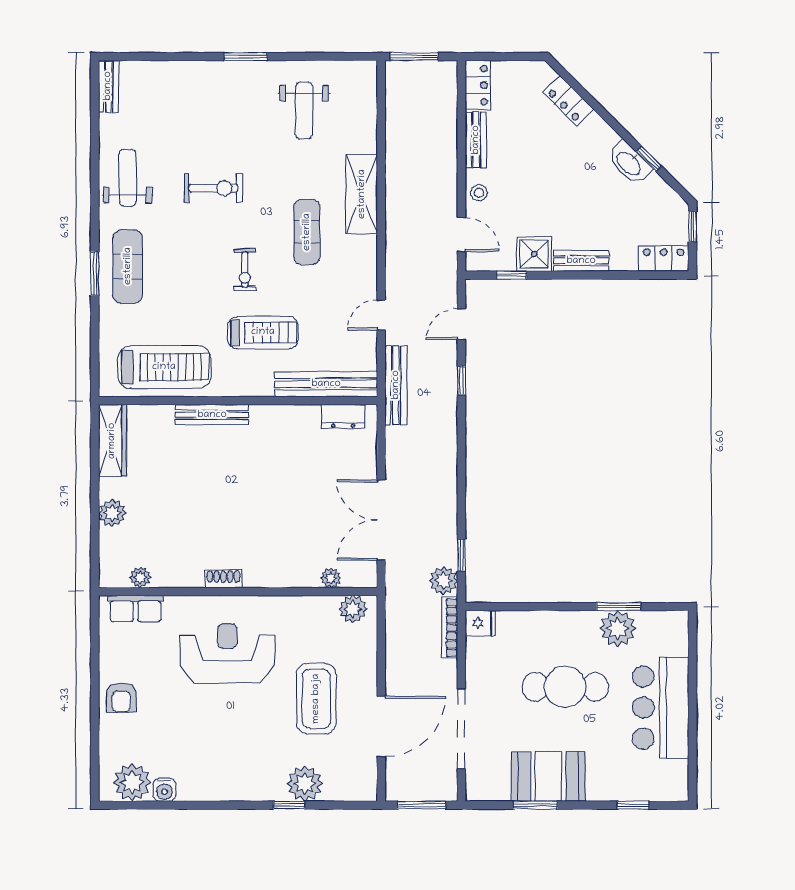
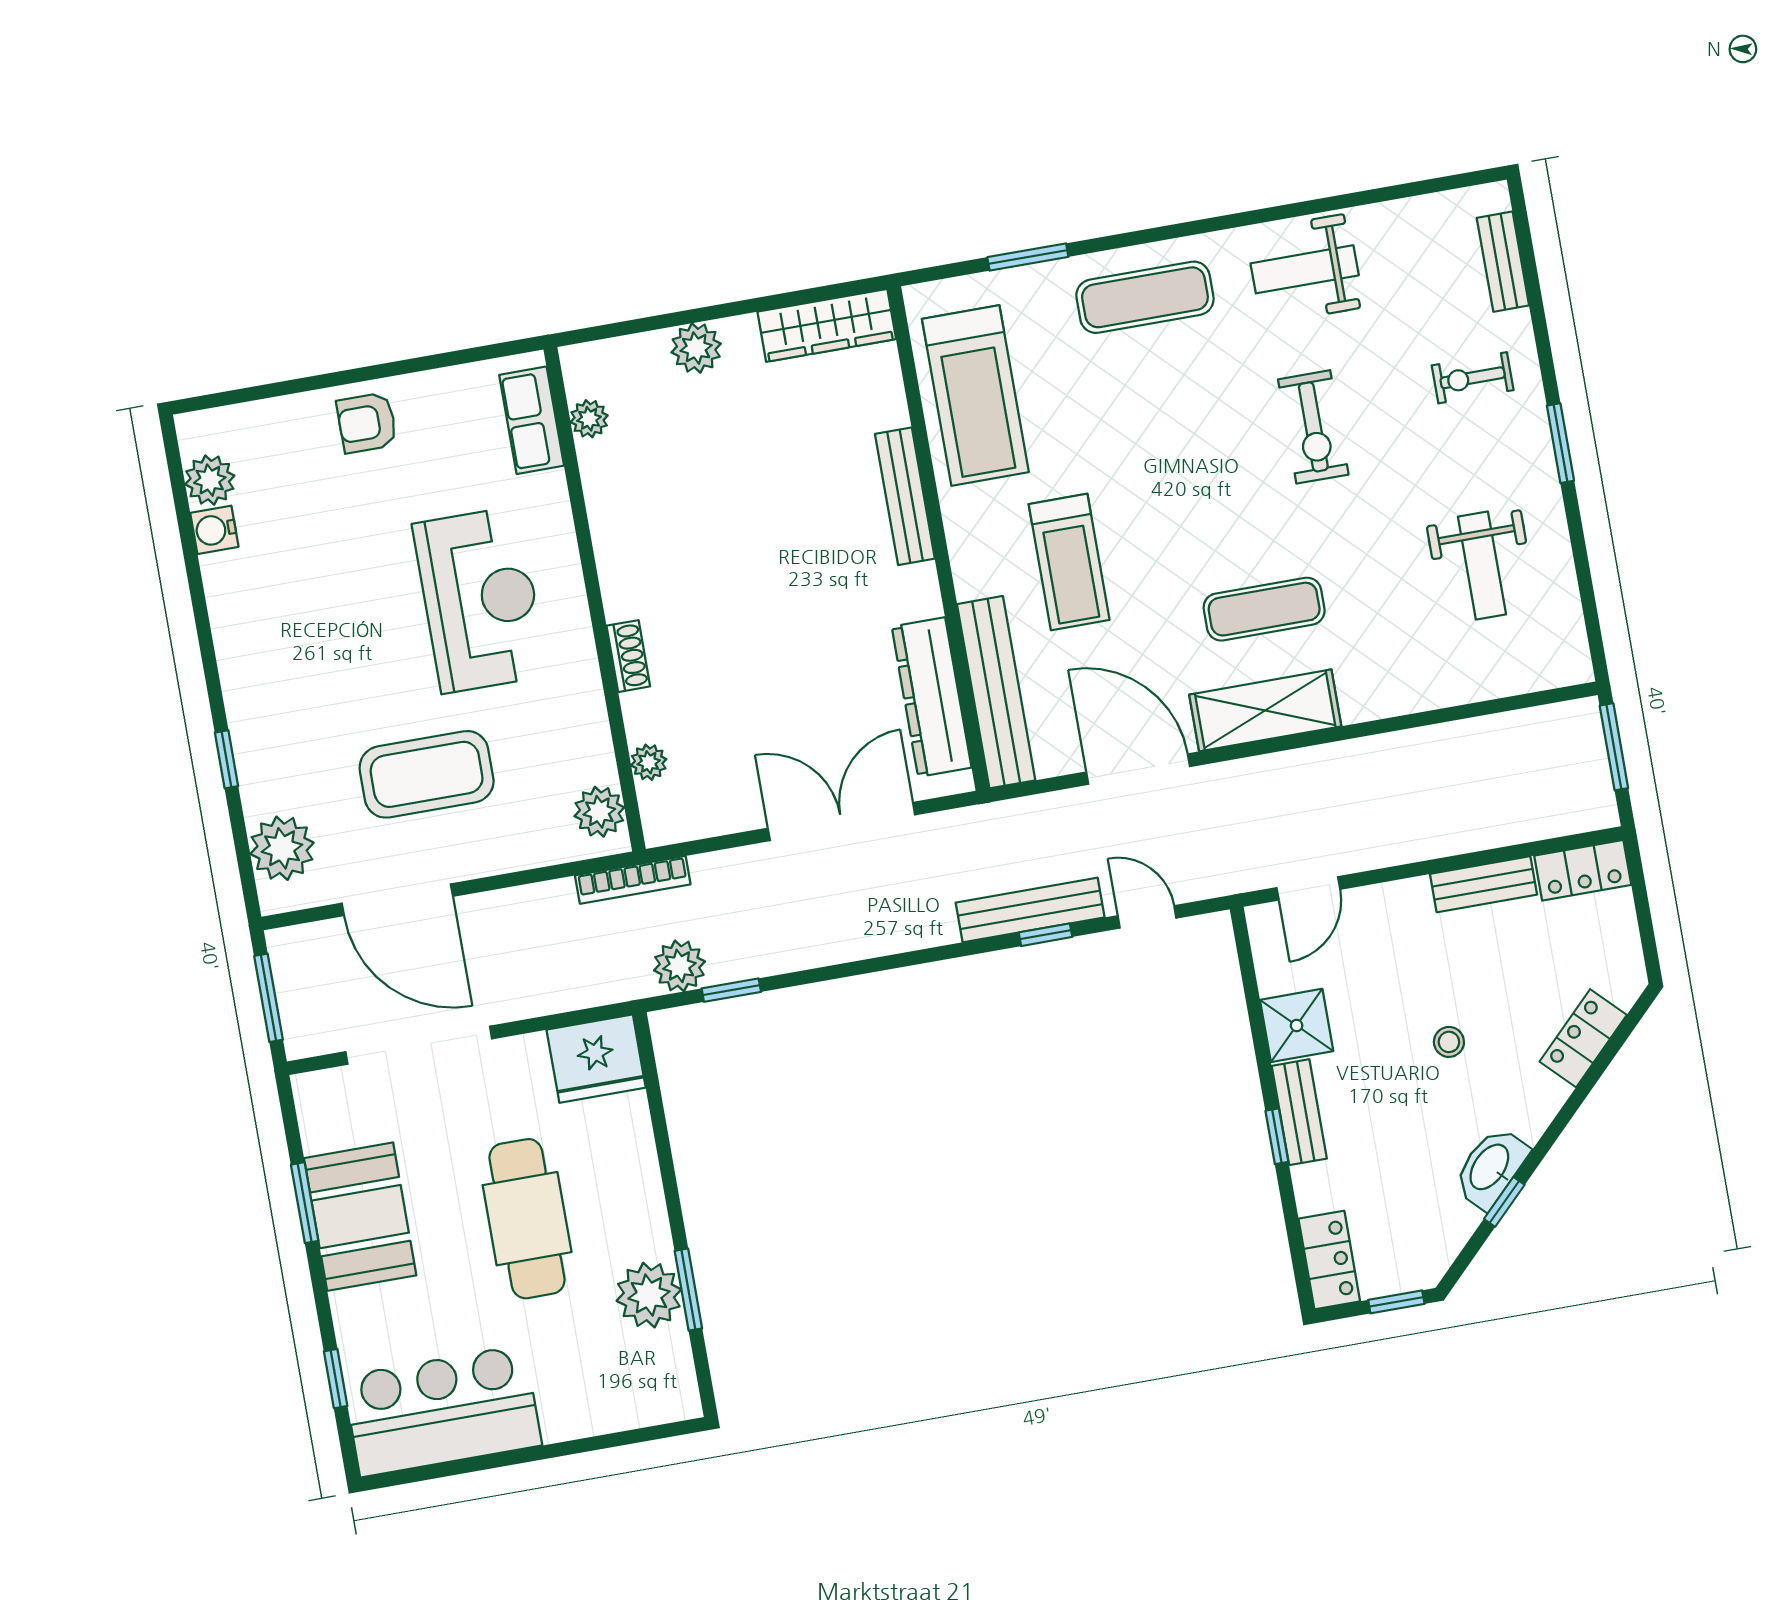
bench: (108, 86) -> (1503, 262), moved, turned 90
weight bench: (304, 110) -> (1482, 566), turned -90
weight bench: (128, 178) -> (1305, 269), turned 180
stool: (479, 193) -> (1449, 1042), moved
shelving: (362, 194) -> (1265, 710), moved
exercise bike: (245, 270) -> (1473, 378), moved
window: (95, 273) -> (1028, 257), moved
window: (511, 275) -> (1277, 1136), moved
door: (381, 315) -> (1138, 769), width x1.87
bench: (396, 385) -> (1030, 910), moved
dresser: (343, 416) -> (932, 697), width x1.96, depth x1.24
double door: (381, 520) -> (841, 821), moved
shoe rack: (223, 579) -> (628, 656), moved
fridge: (480, 623) -> (596, 1059), width x1.88, depth x1.34
bookcase: (450, 628) -> (633, 880), moved, turned 180
bar counter: (661, 708) -> (442, 1411), moved
plant: (132, 782) -> (210, 480), width x0.73, depth x0.73
plant: (305, 784) -> (282, 848), moved

